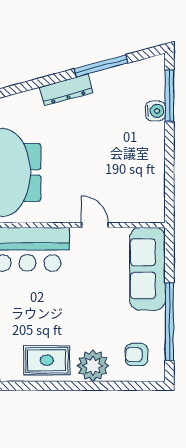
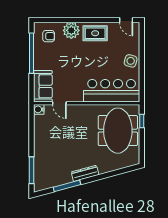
water cooler: (155, 111) -> (39, 109), moved
door: (95, 225) -> (59, 103), moved
sofa: (148, 269) -> (43, 86), width x0.73

